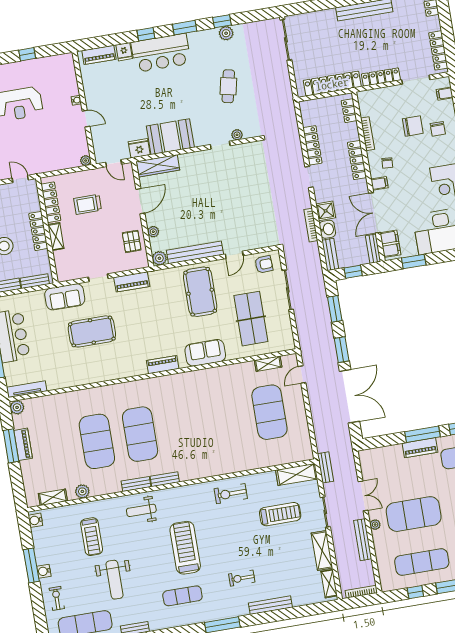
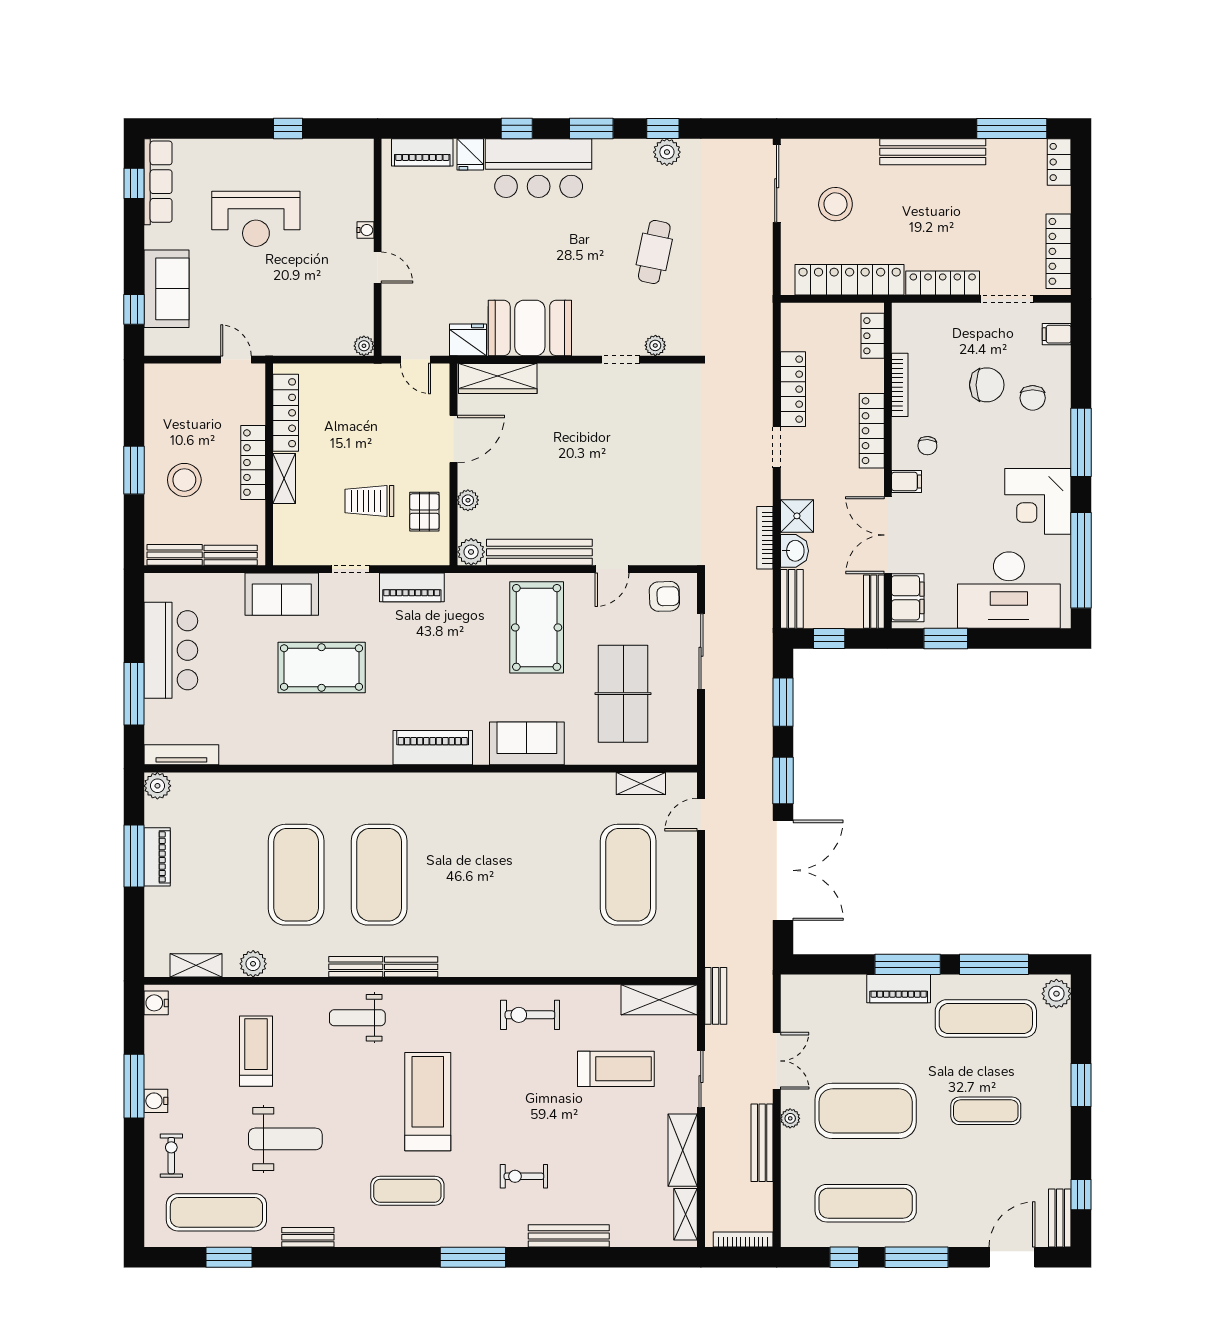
stool: (318, 45) -> (835, 204), added
trolley: (88, 204) -> (369, 501), moved
piano: (163, 365) -> (433, 748), width x1.37, depth x1.33
treadmill: (92, 537) -> (256, 1051), turned 180
weight bench: (114, 580) -> (285, 1139), turned -90

